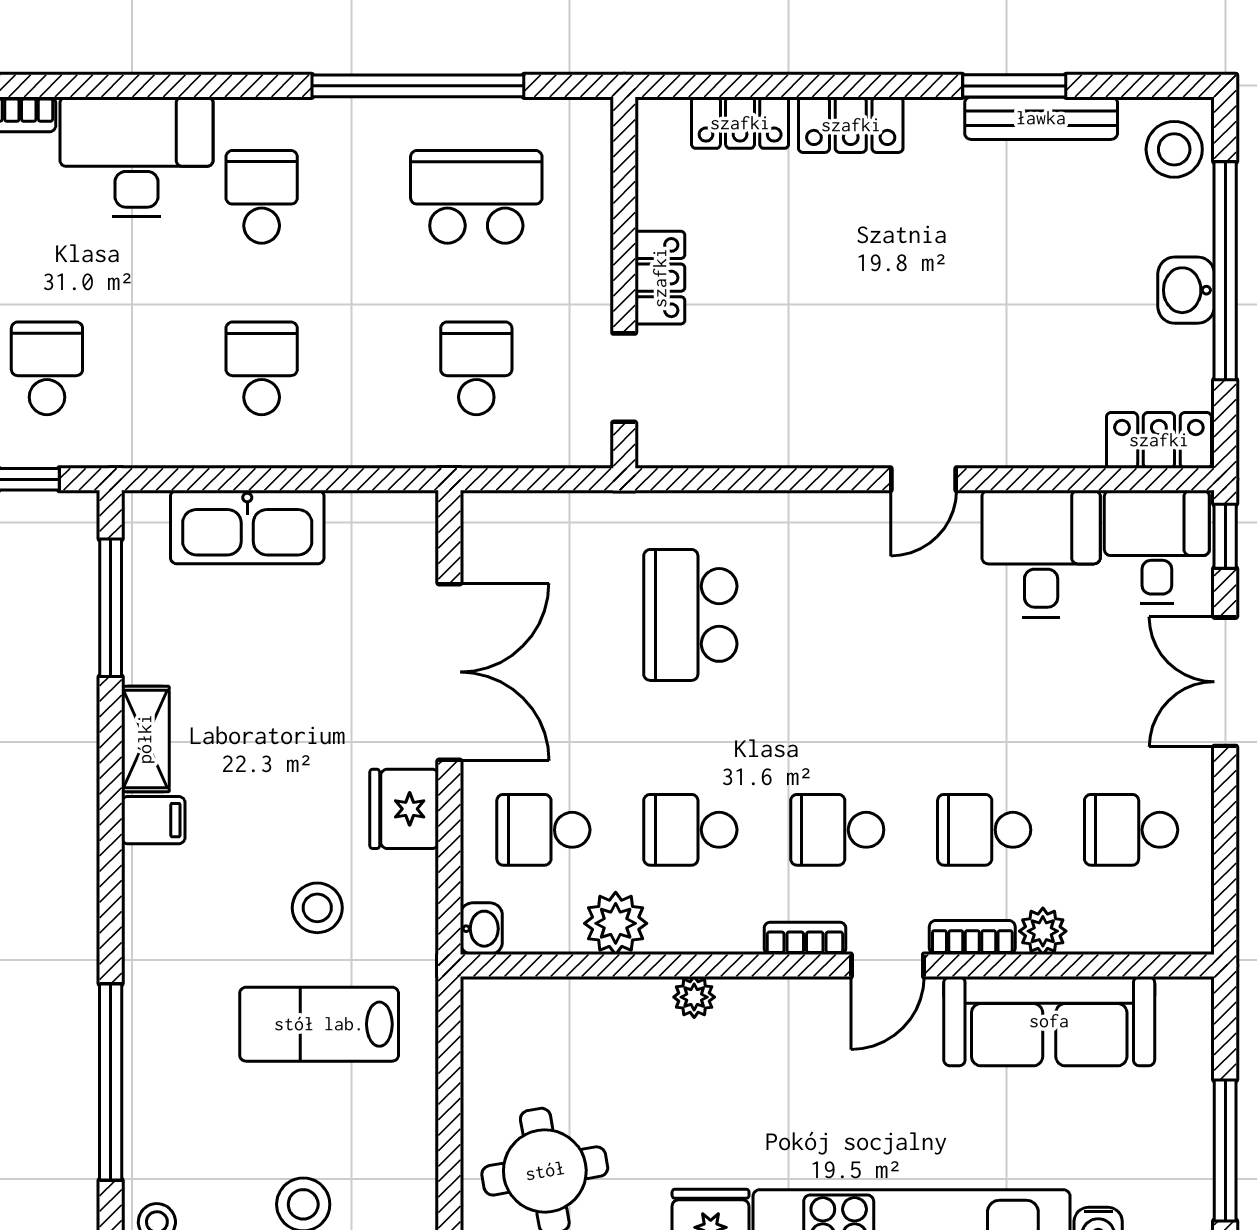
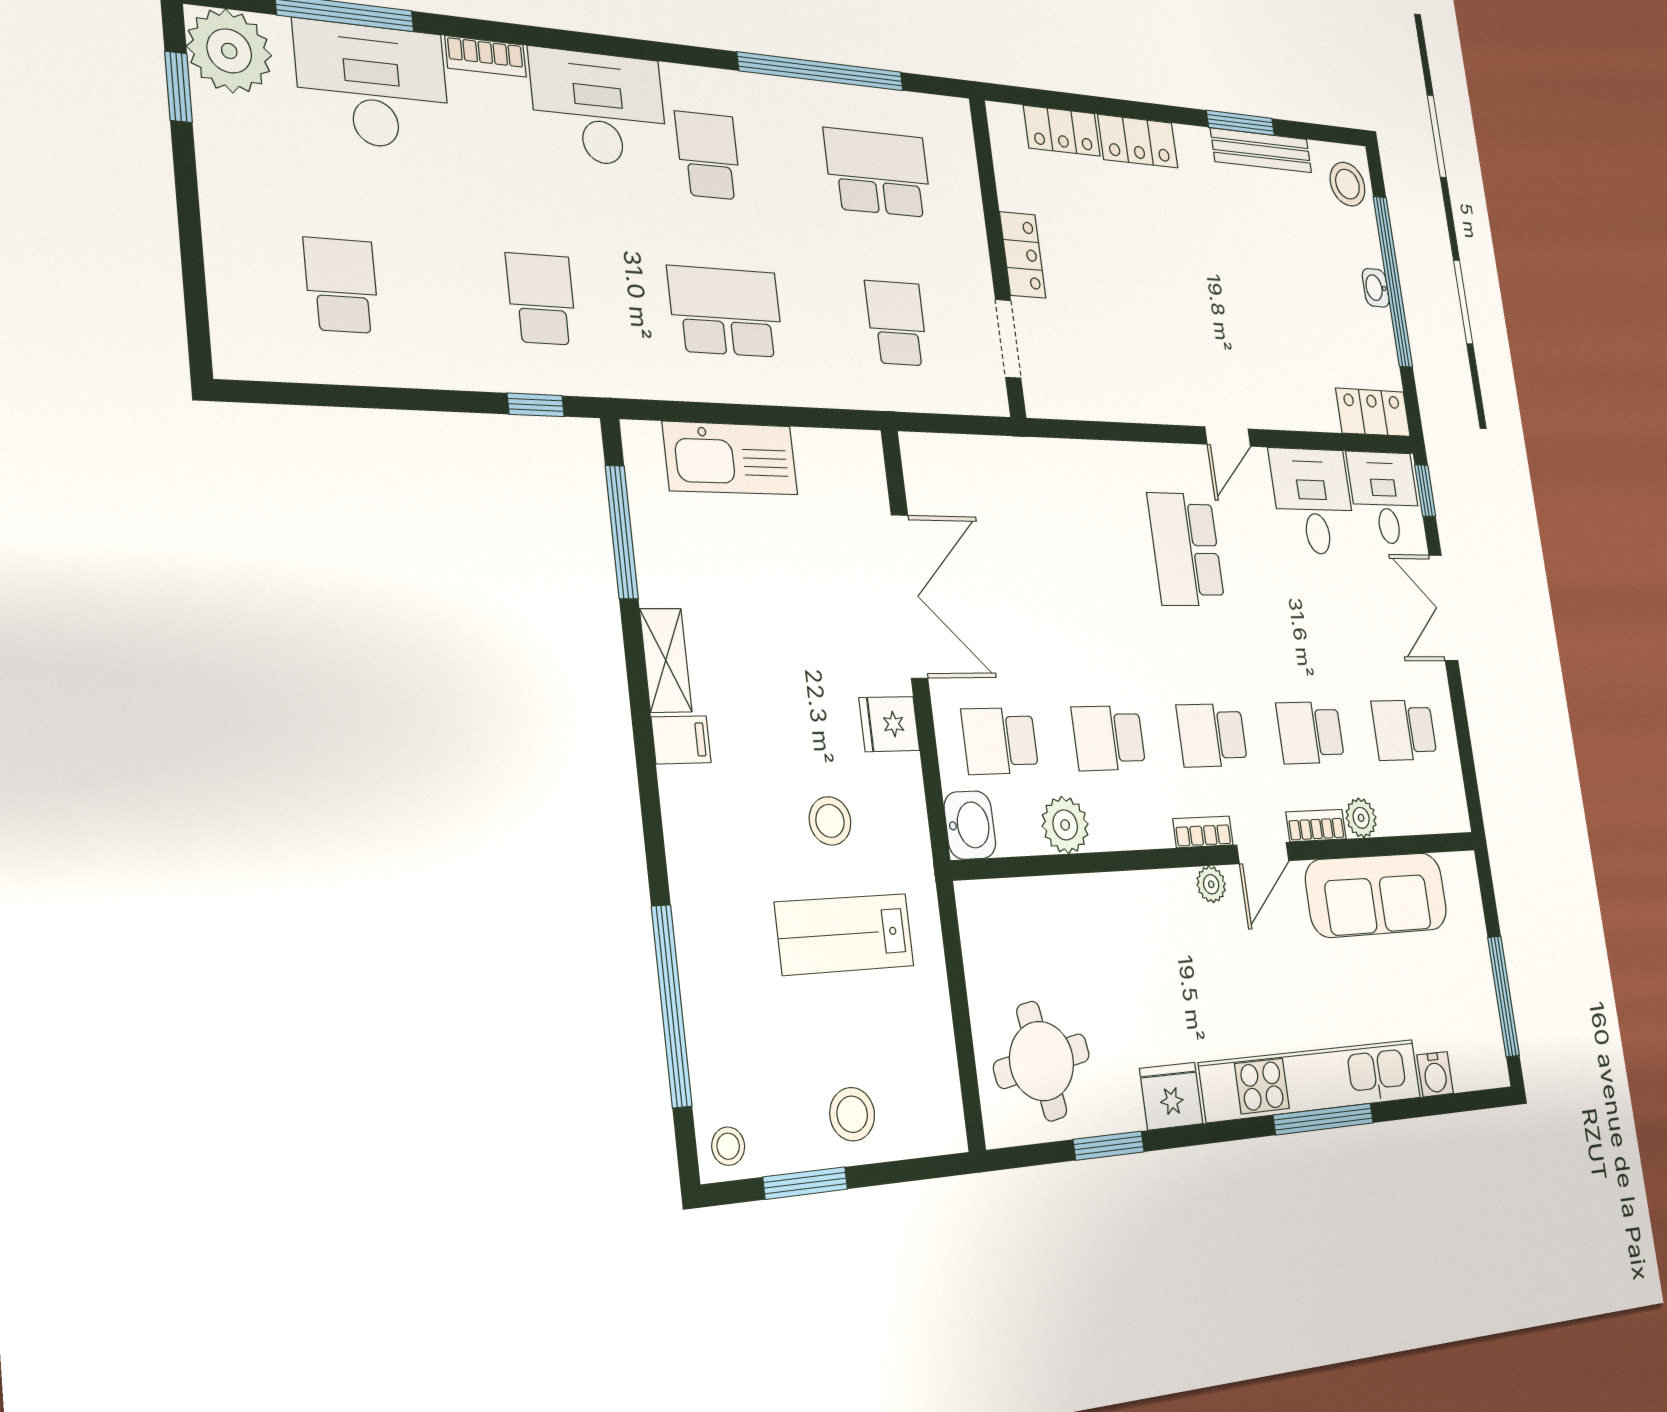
washbasin: (1186, 290) -> (1376, 288), width x0.72, depth x0.69
school desk: (262, 368) -> (726, 312), width x1.85
school desk: (690, 615) -> (1186, 549), moved
fridge: (404, 809) -> (889, 724), width x0.72
washbasin: (481, 929) -> (970, 825), width x1.38, depth x1.45
plant: (694, 997) -> (1211, 884), moved

